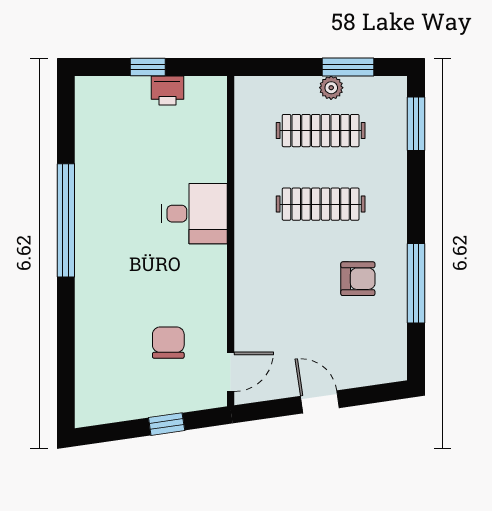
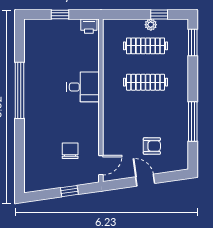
window: (348, 67) -> (159, 14), width x0.67
printer: (167, 91) -> (89, 26), moved
armchair: (358, 279) -> (152, 146), moved

